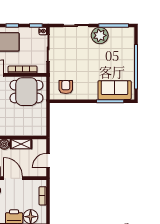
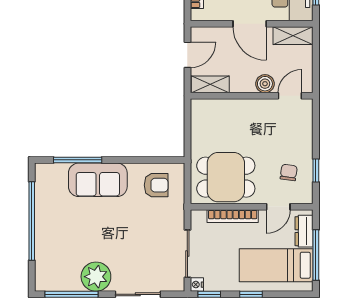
armchair: (66, 87) -> (156, 185), turned -90
sofa: (115, 90) -> (98, 180), moved
shelving: (21, 144) -> (210, 84), moved

